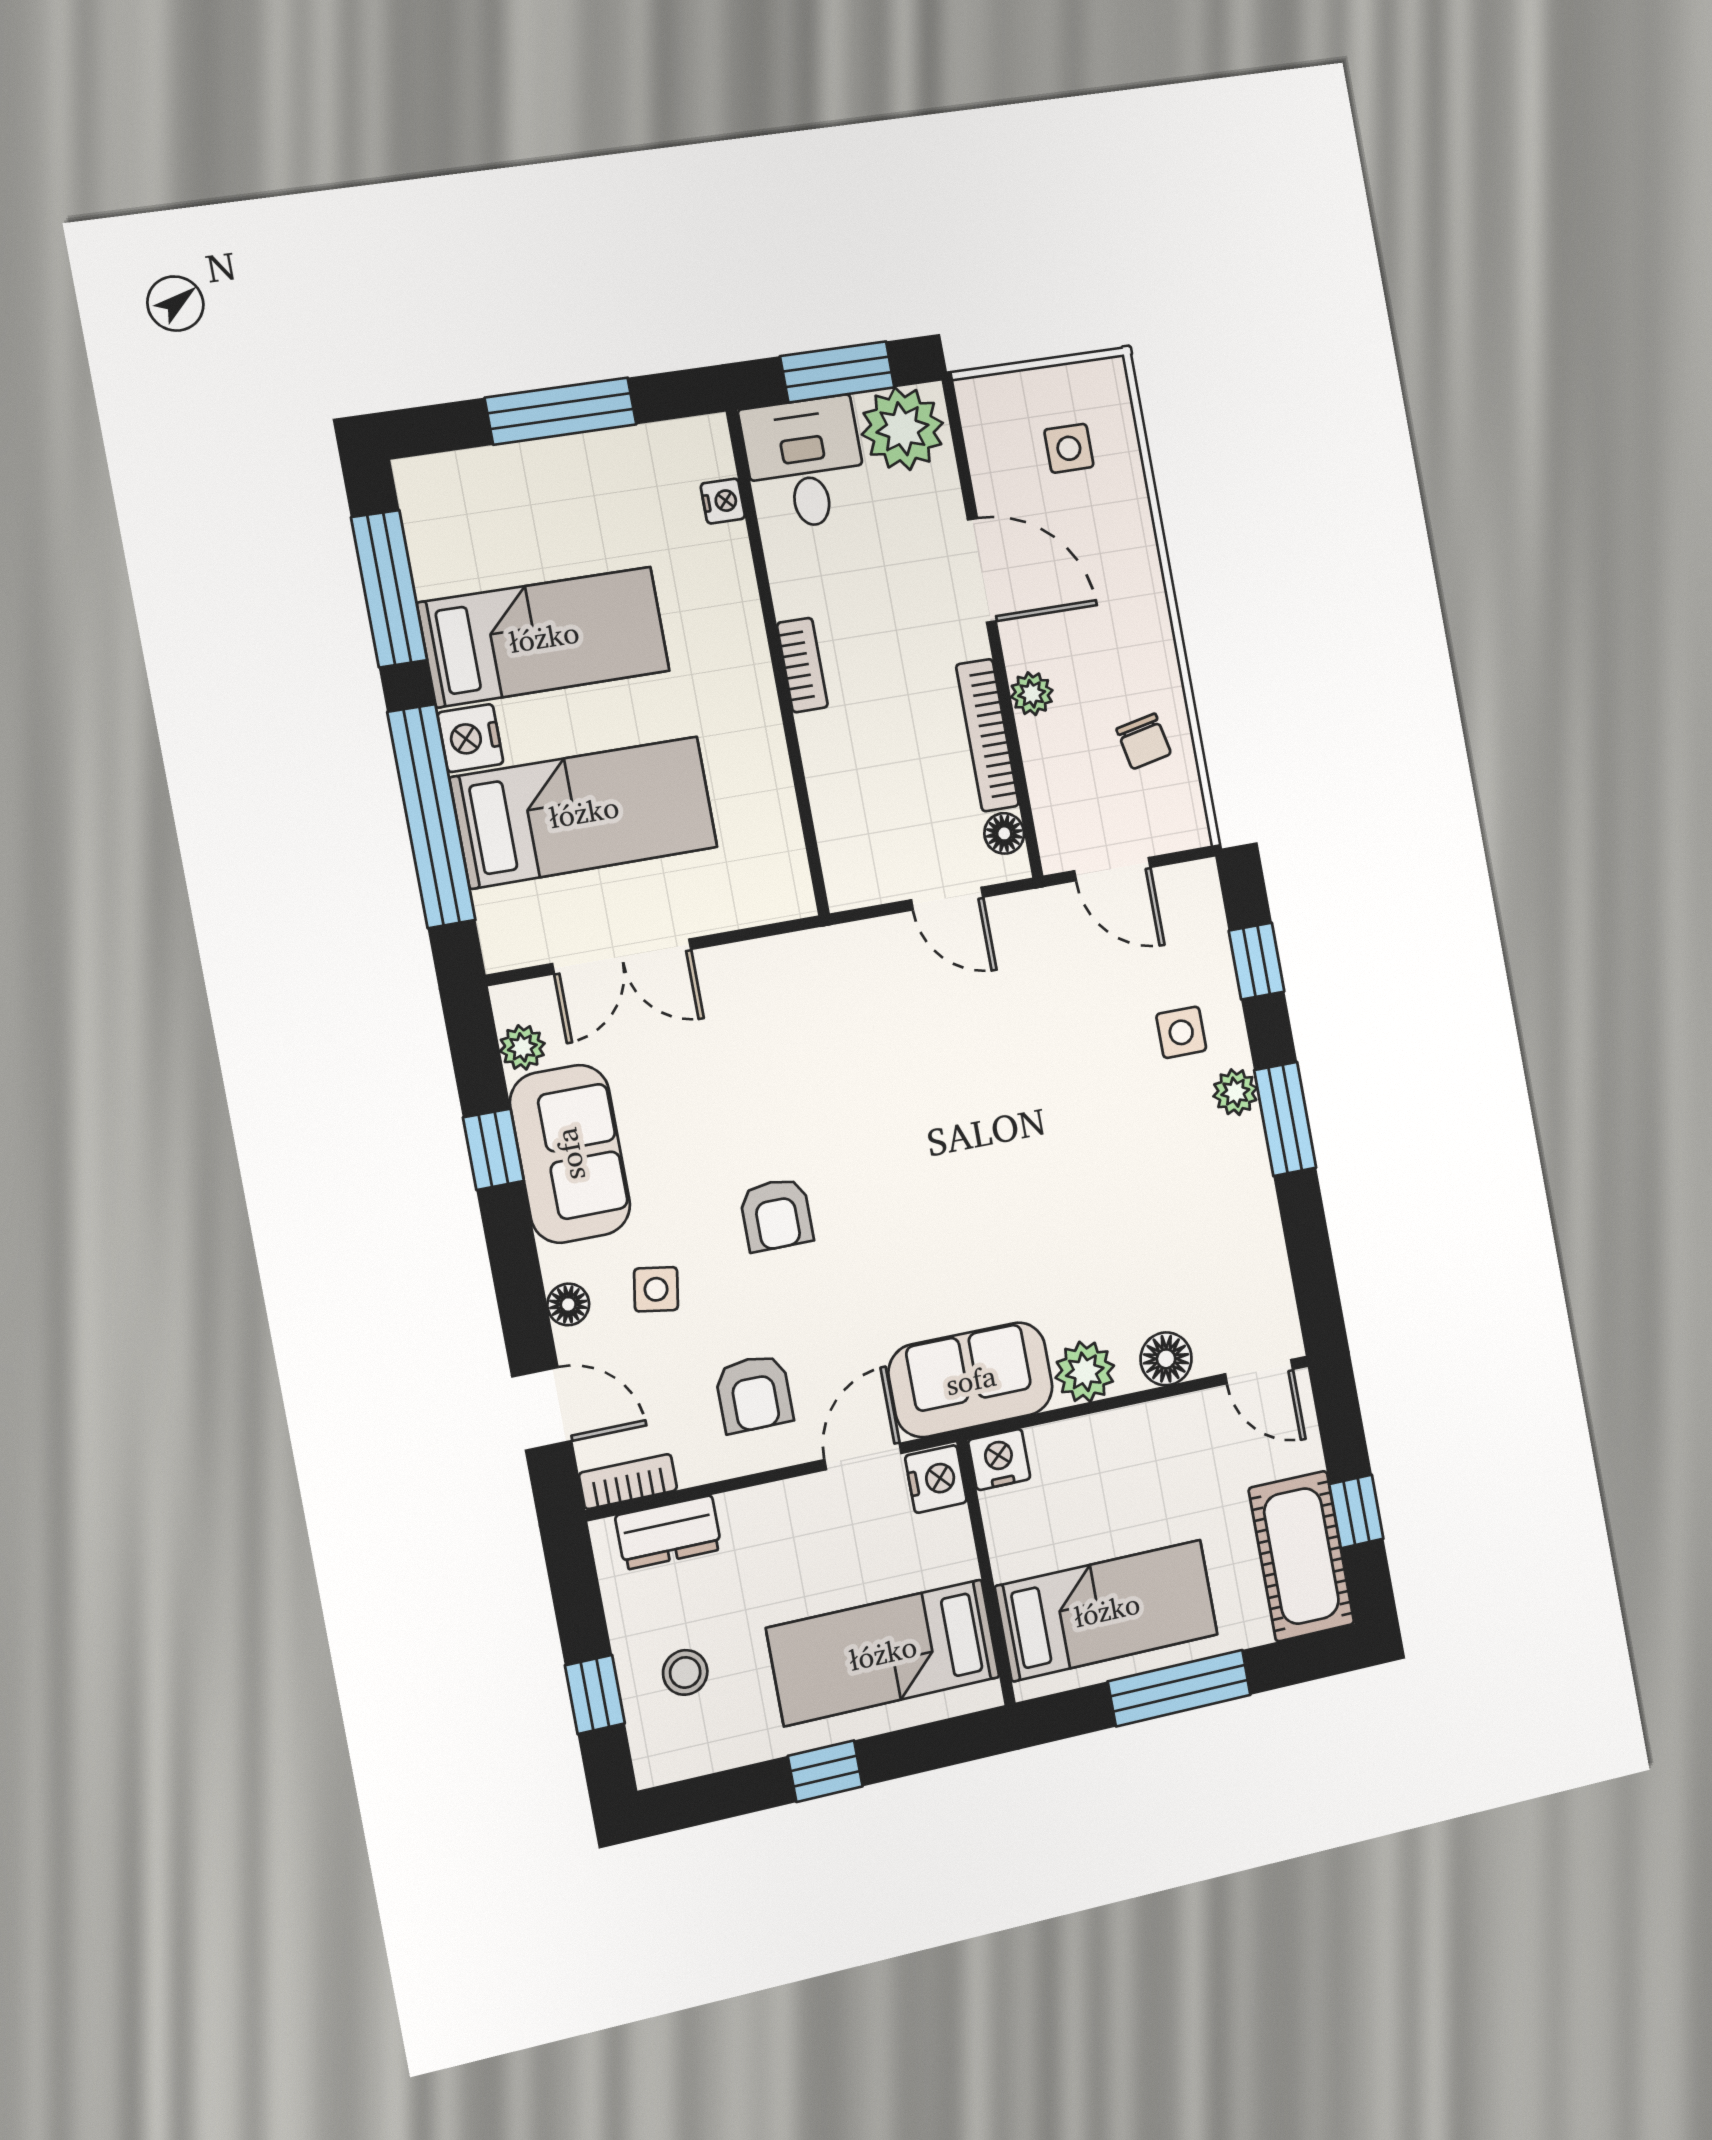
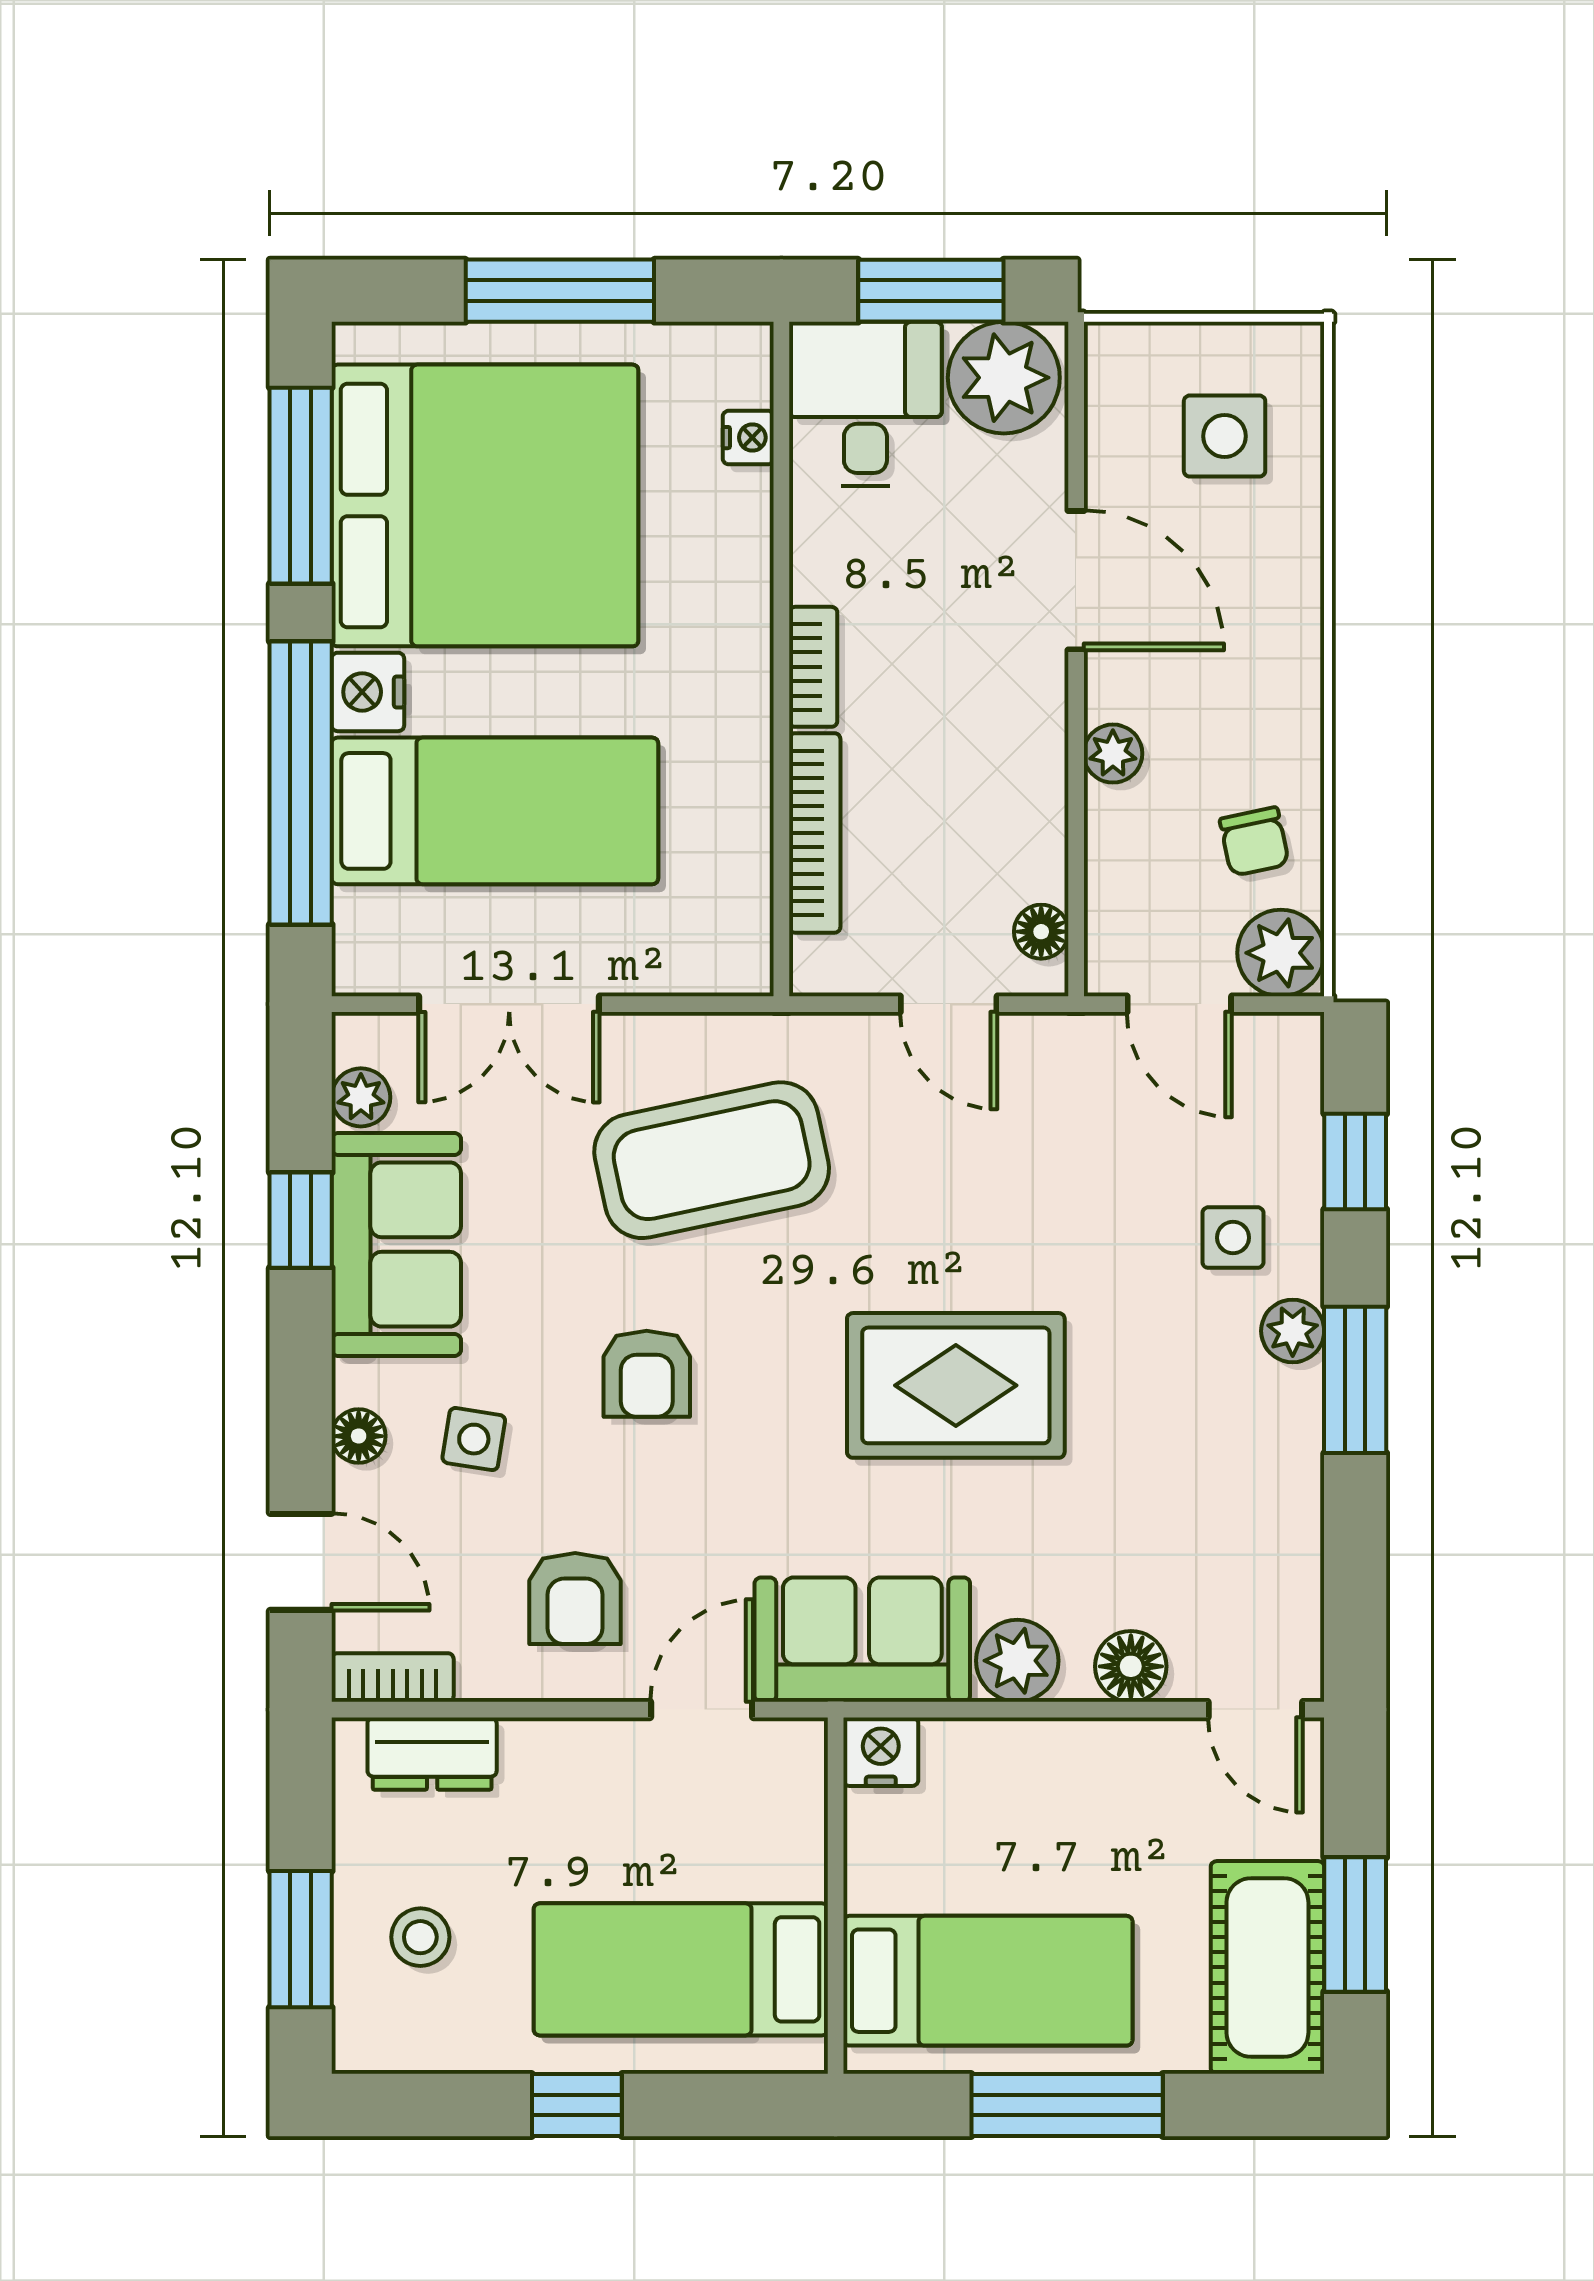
side table: (1069, 448) -> (1225, 436), width x1.37, depth x1.37
bed: (544, 637) -> (485, 505), width x2.04
bookcase: (987, 735) -> (815, 833), moved, turned 180
plant: (1177, 819) -> (1281, 953), added
coffee table: (795, 1046) -> (712, 1160), added
rug: (1004, 1179) -> (956, 1385), added
nightstand: (936, 1479) -> (792, 1759), removed
window: (1356, 1511) -> (1355, 1924), width x1.50
window: (595, 1694) -> (301, 1939), width x1.50

